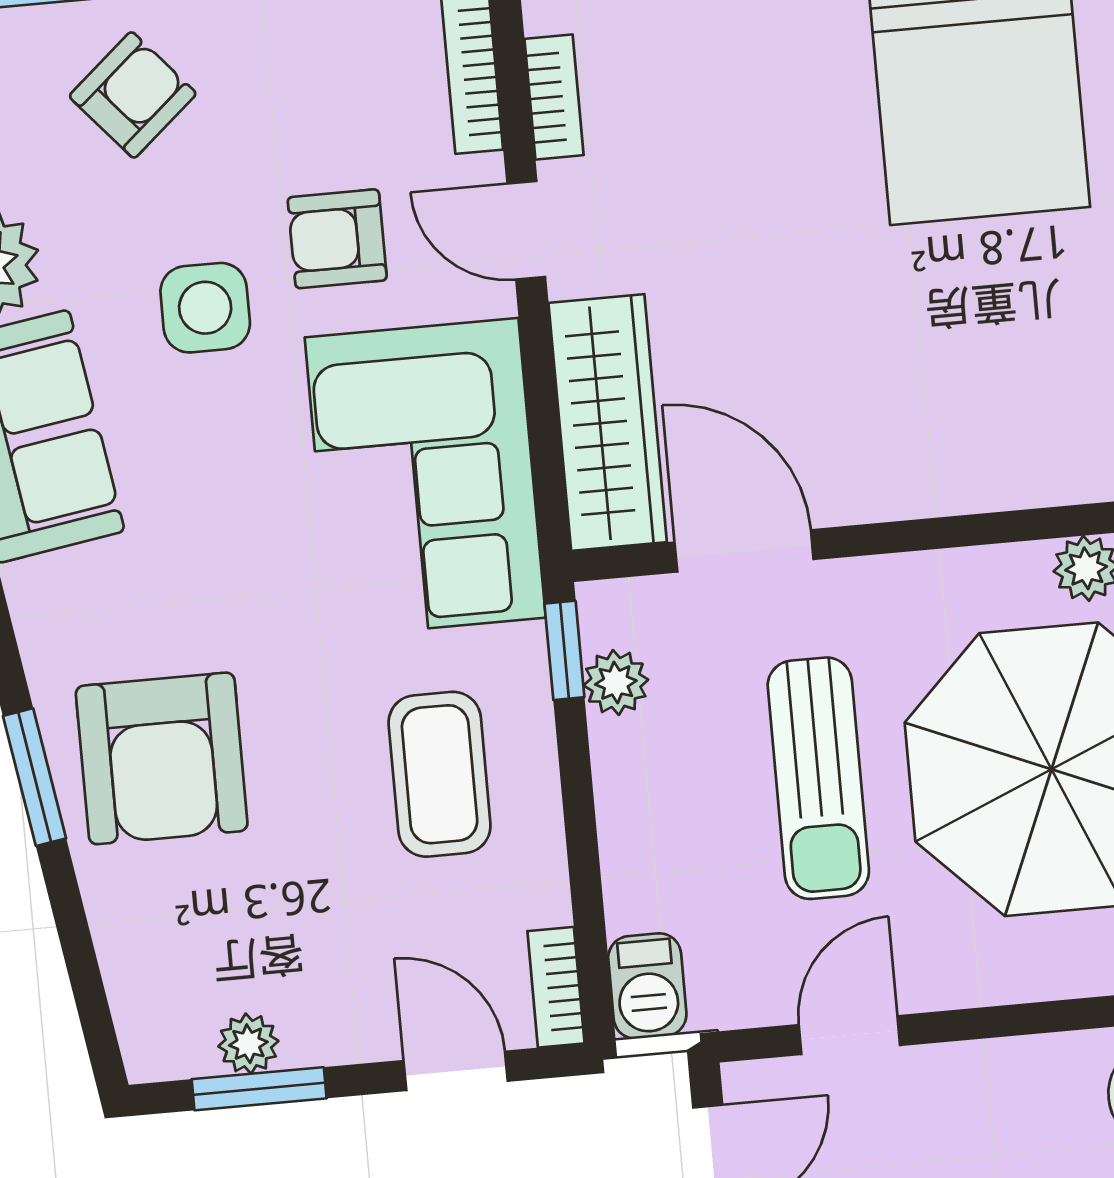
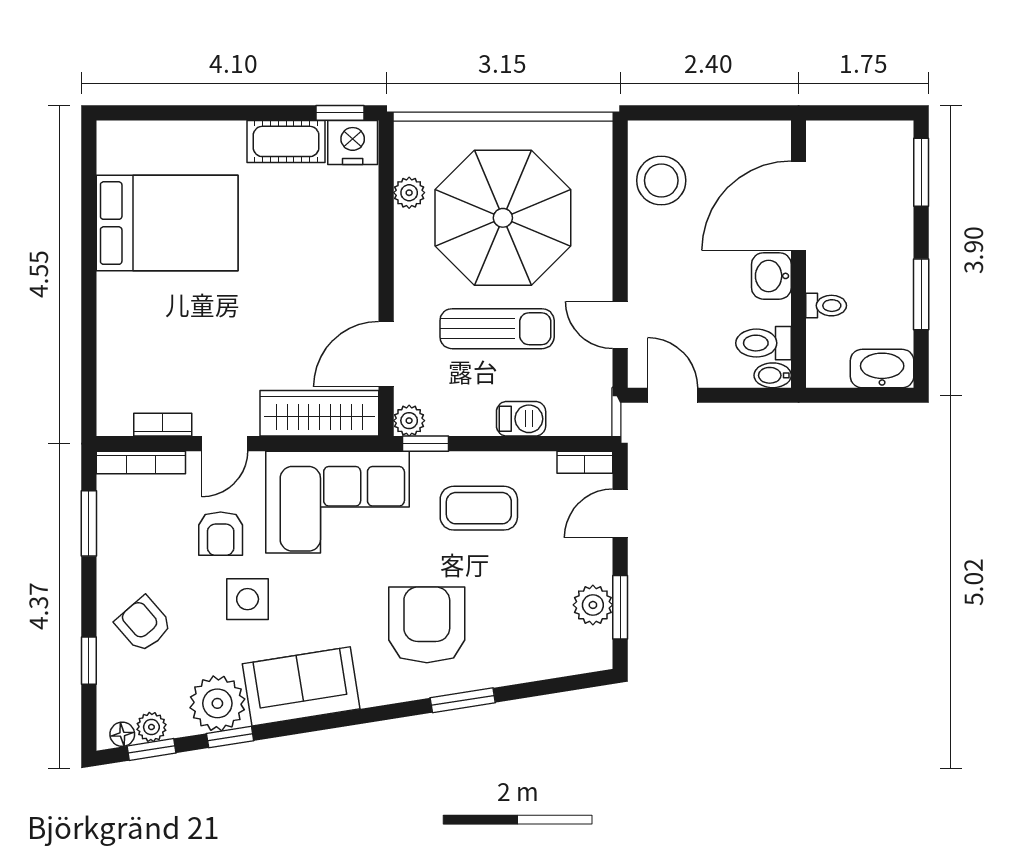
plant: (616, 683) -> (409, 421), moved
armchair: (162, 758) -> (427, 625), moved, turned -90
barbecue: (647, 986) -> (521, 419), moved
plant: (248, 1044) -> (593, 605), width x1.38, depth x1.38

